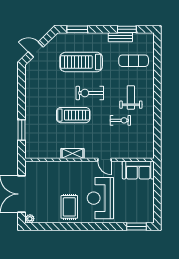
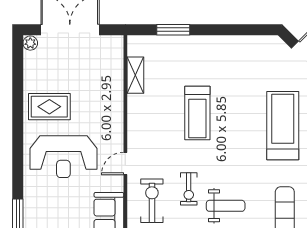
exercise bike: (90, 93) -> (152, 201), moved
shelving: (72, 154) -> (135, 75), moved
reception desk: (100, 198) -> (63, 157), turned 180

